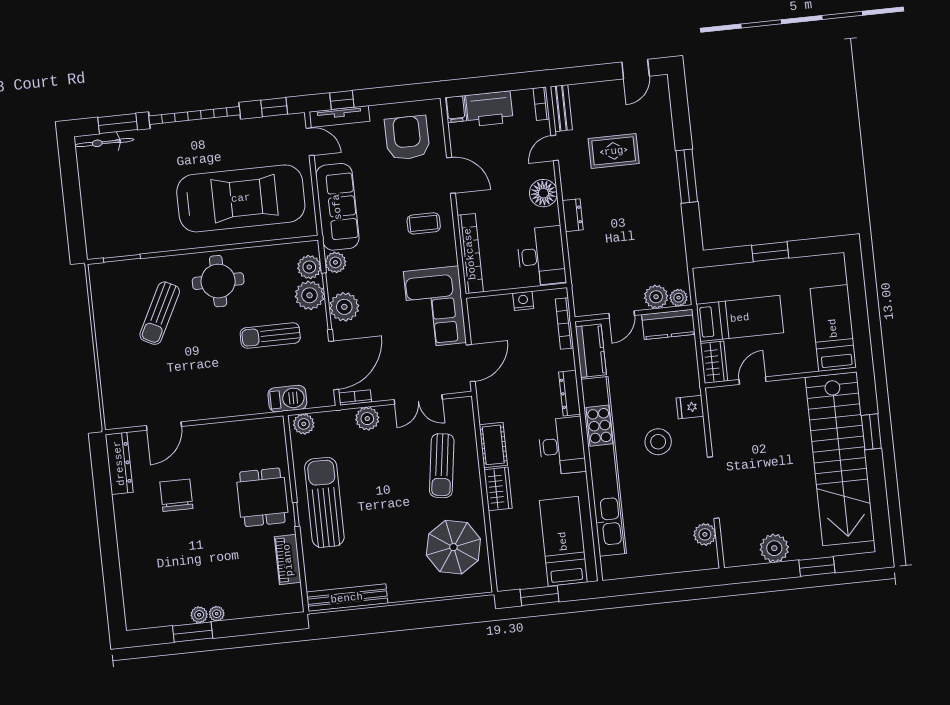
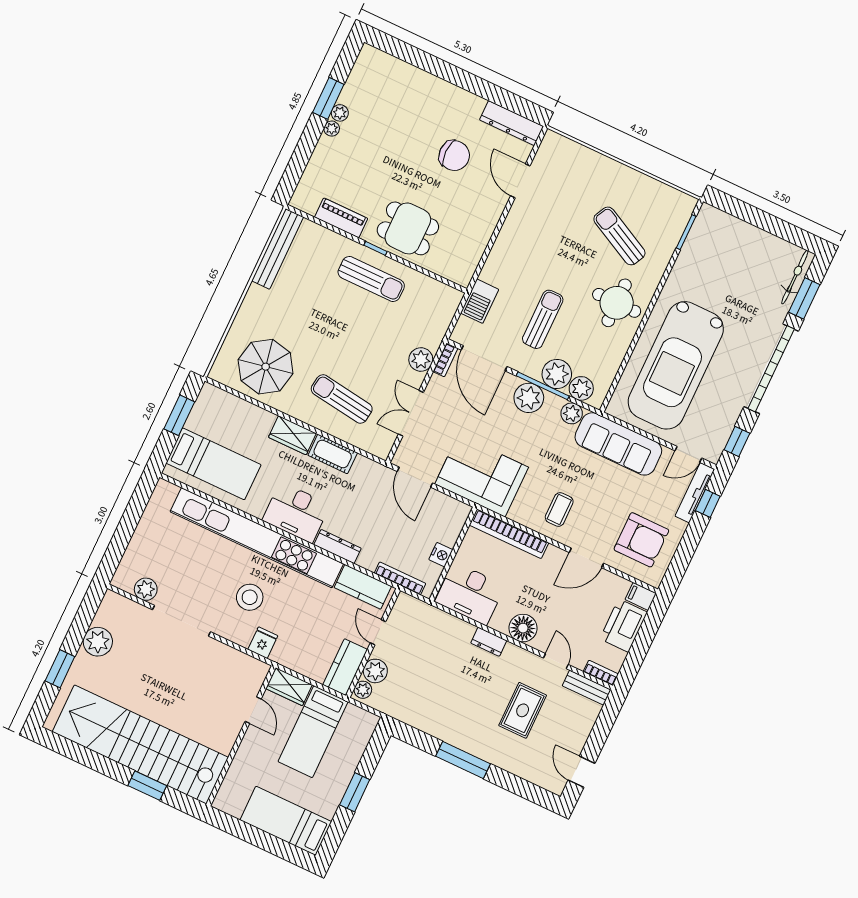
bed: (833, 328) -> (286, 821), moved, turned 180
plant: (304, 424) -> (449, 302), removed
sun lounger: (324, 502) -> (371, 279), width x0.73, depth x0.75

